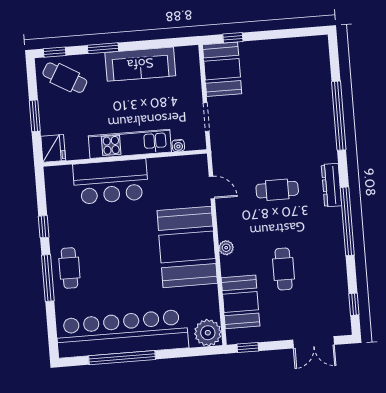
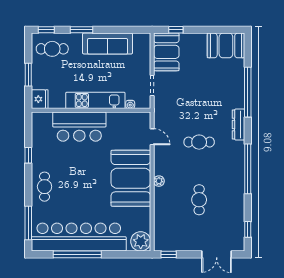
cafe table: (65, 78) -> (52, 49), turned -30
dresser: (331, 185) -> (239, 125), moved
window: (48, 278) -> (28, 223), moved
booth: (241, 302) -> (226, 45), moved, turned 90

